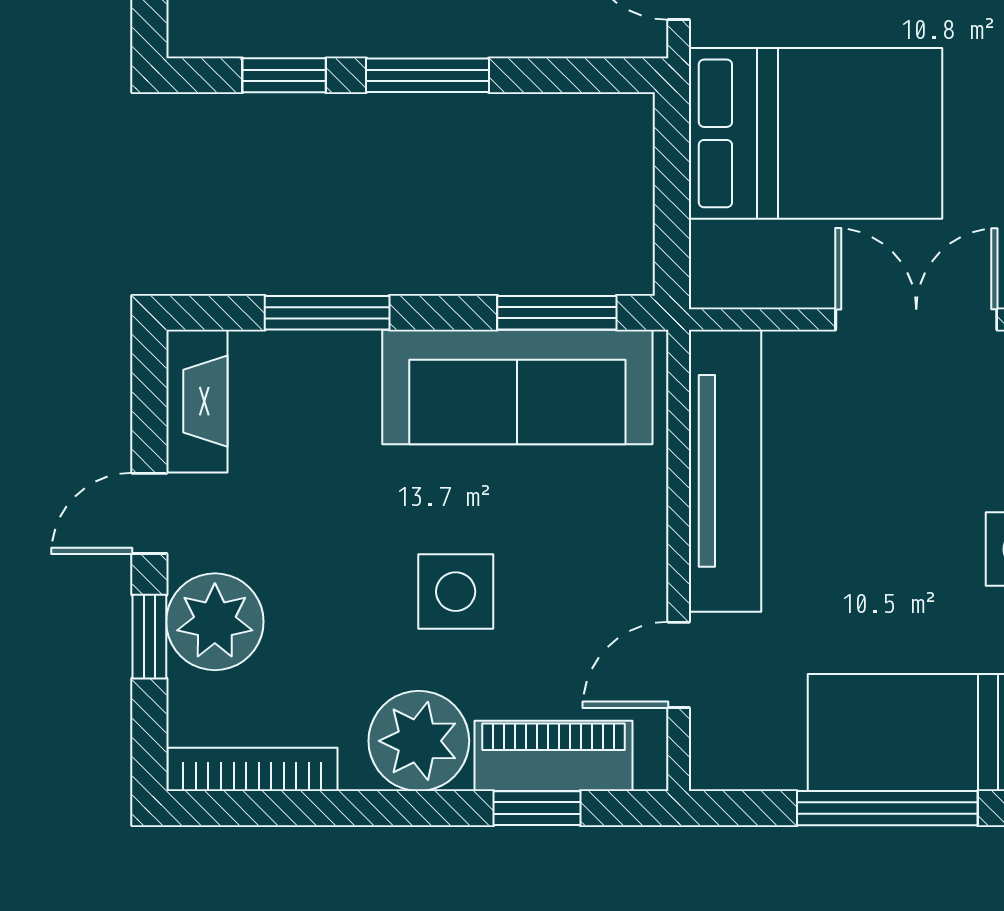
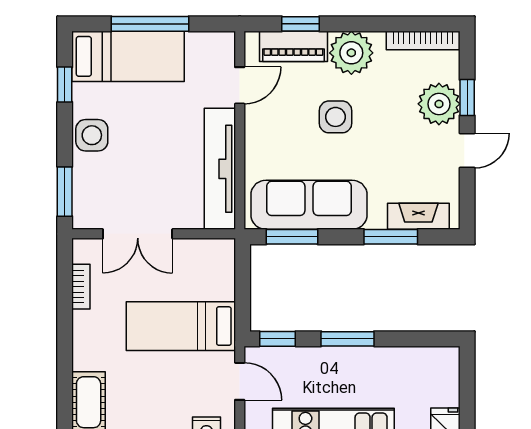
window: (284, 75) -> (278, 339), moved
bed: (816, 133) -> (181, 326), width x0.67
fireplace: (197, 401) -> (418, 216), moved, turned 90

